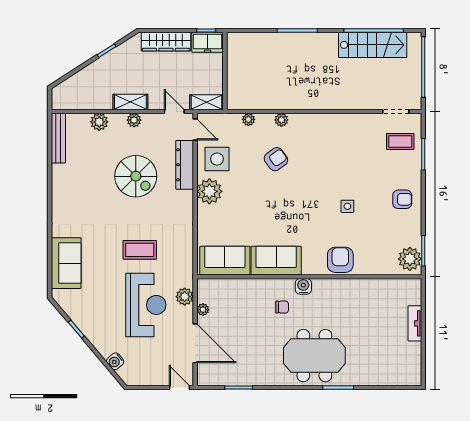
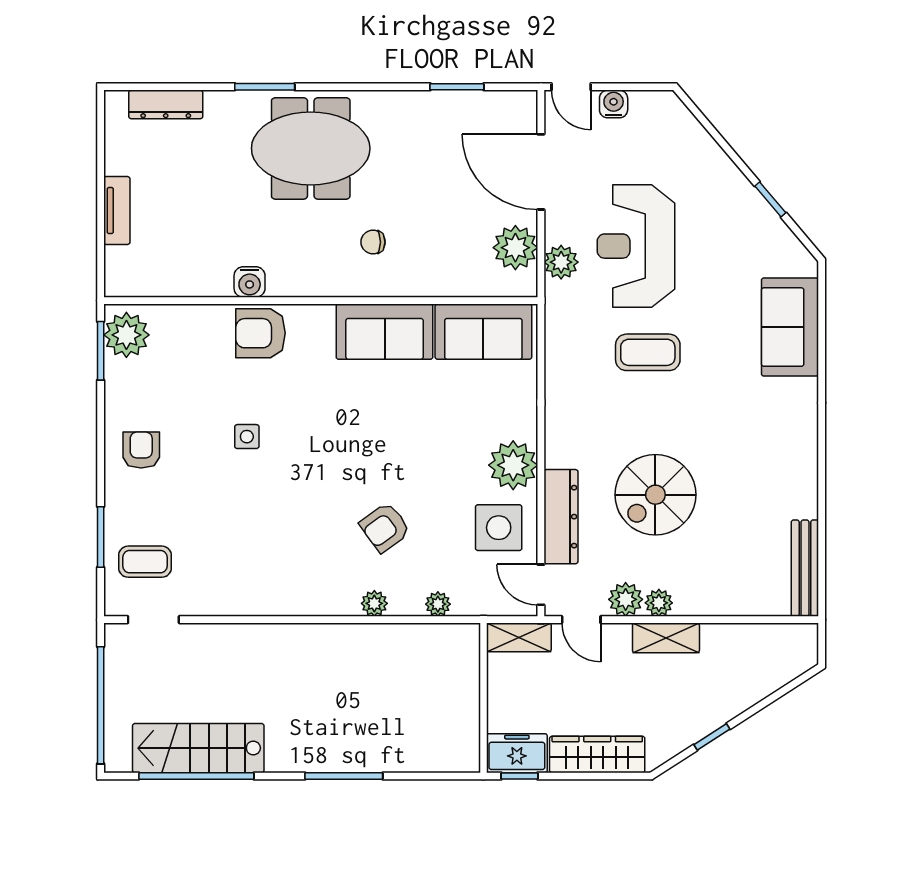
plant: (99, 122) -> (626, 599), moved
spiral stairs: (136, 176) -> (655, 495), turned -90
armchair: (402, 199) -> (141, 450), turned 90
armchair: (340, 260) -> (261, 333), turned 90
water cooler: (303, 286) -> (250, 282), moved
plant: (203, 310) -> (515, 248), width x1.88, depth x1.88
water cooler: (115, 361) -> (614, 104), moved, turned -50
dresser: (389, 378) -> (166, 104), added

